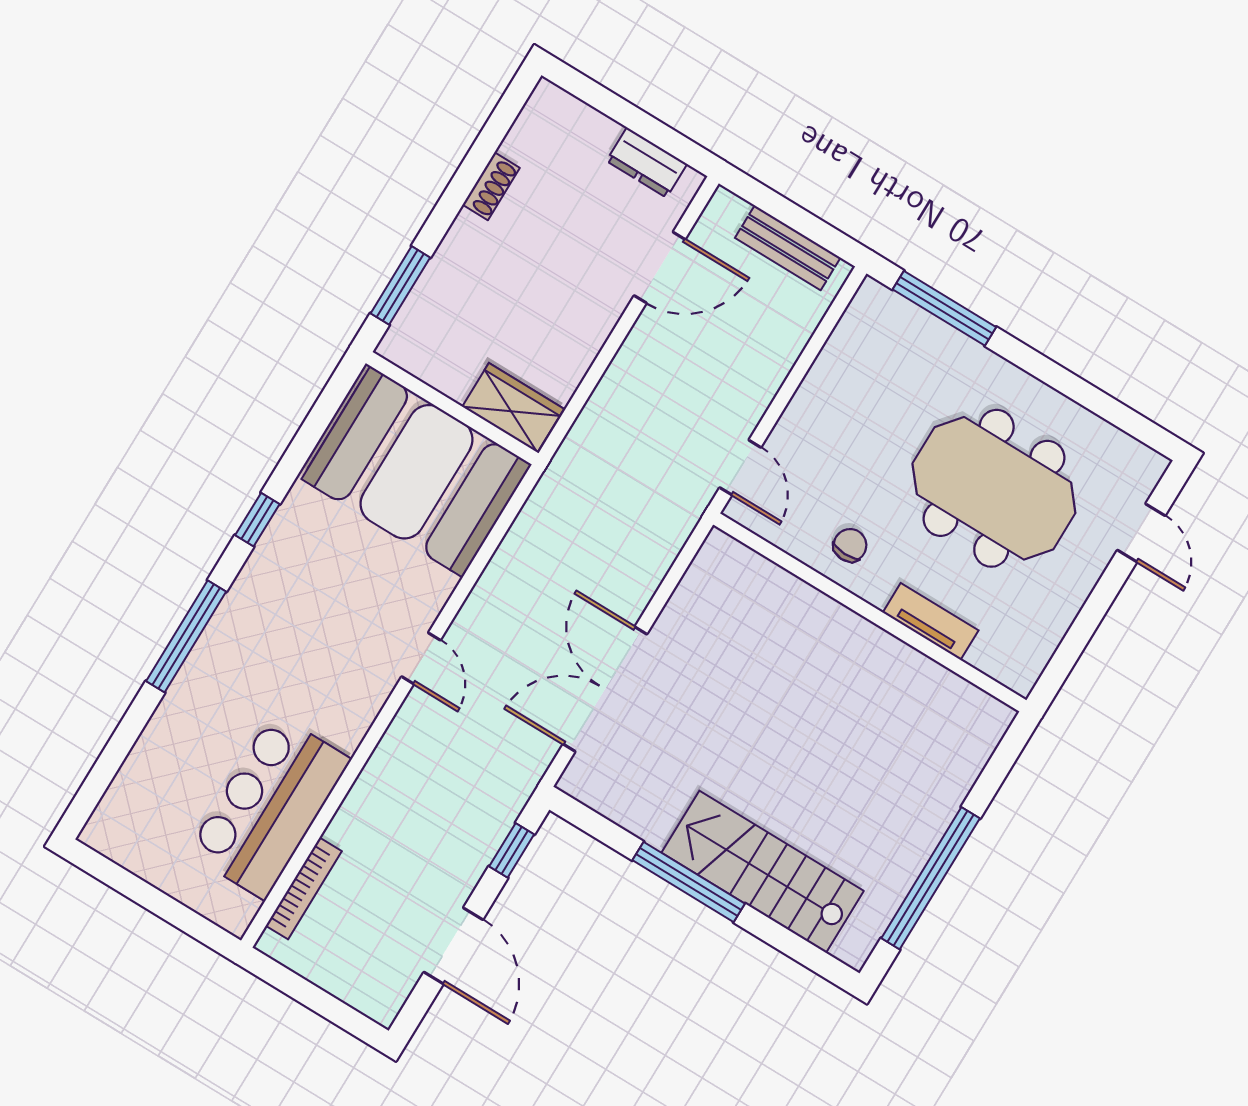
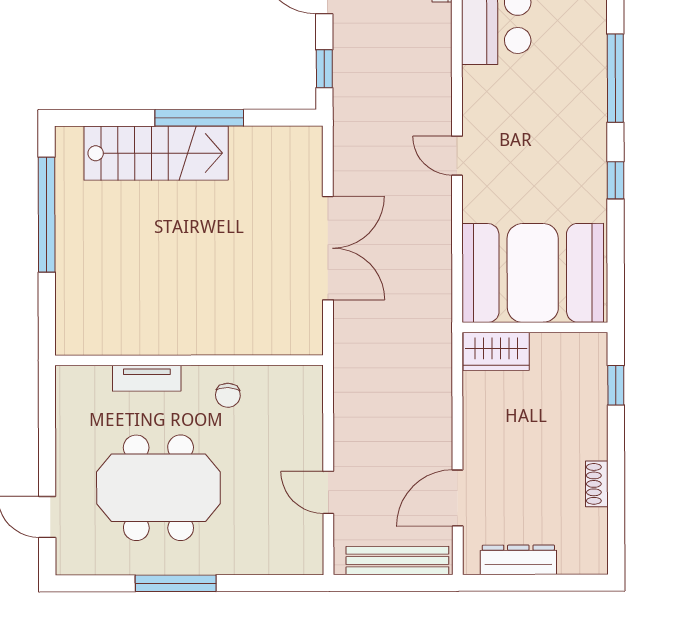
dresser: (647, 162) -> (518, 560), width x1.44
bench: (788, 248) -> (397, 561), width x1.36
window: (400, 285) -> (616, 385), width x0.67
window: (944, 308) -> (176, 583), moved
door: (740, 467) -> (328, 492), moved
double door: (605, 689) -> (328, 248), moved

